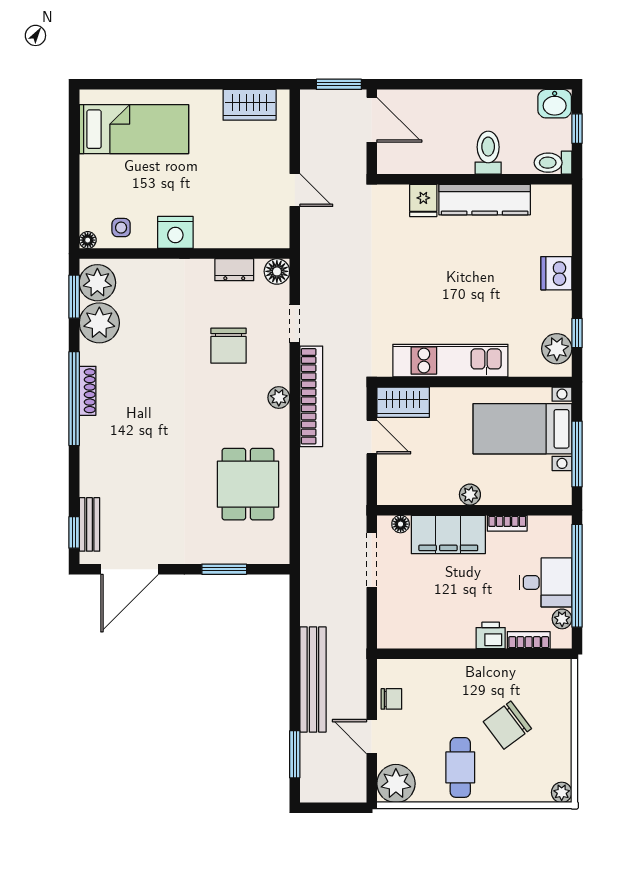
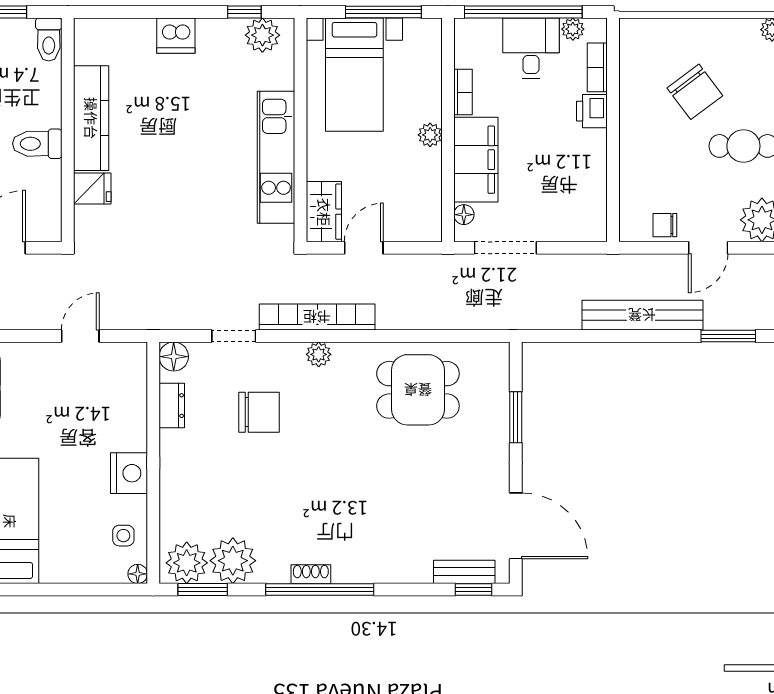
toilet: (488, 153) -> (37, 144), moved
shoe rack: (88, 391) -> (311, 574), width x0.70
chair: (391, 699) -> (665, 225), turned -90

